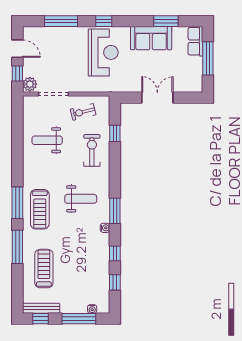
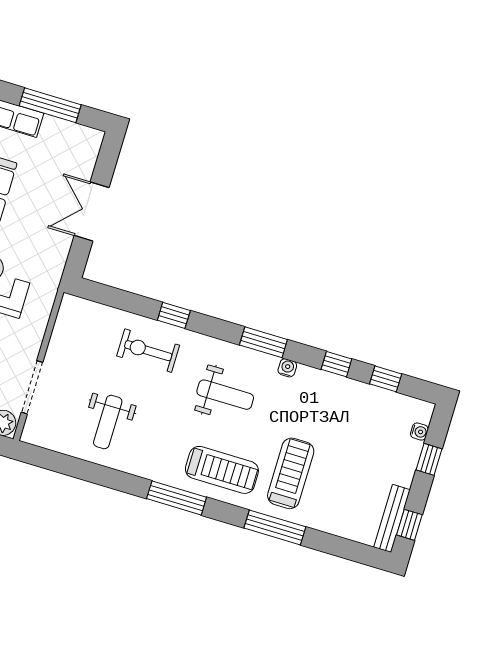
exercise bike: (83, 112) -> (78, 346), removed
window: (115, 133) -> (174, 315), moved
weight bench: (81, 199) -> (225, 395), turned 90
window: (17, 203) -> (177, 498), moved
treadmill: (44, 269) -> (291, 473), moved, turned 90
window: (79, 319) -> (429, 459), width x0.46

